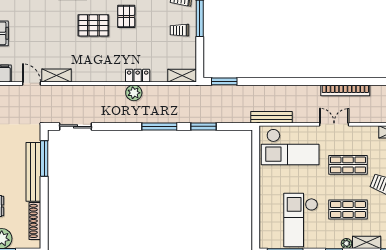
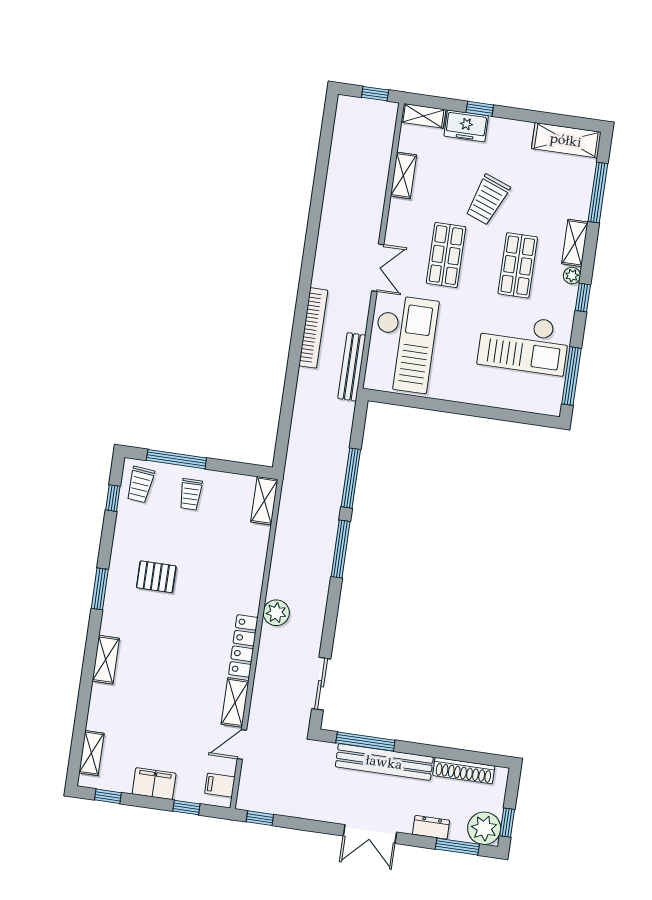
pallet: (93, 25) -> (163, 632), removed
locker: (138, 76) -> (243, 646), moved, width x1.53
window: (224, 81) -> (283, 434), removed
bookcase: (345, 90) -> (313, 328), moved
plant: (134, 93) -> (276, 613), moved
double door: (334, 124) -> (378, 268), swing flipped
window: (203, 126) -> (351, 478), width x1.44

